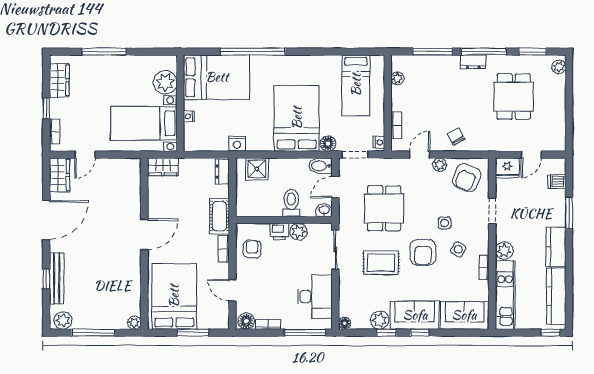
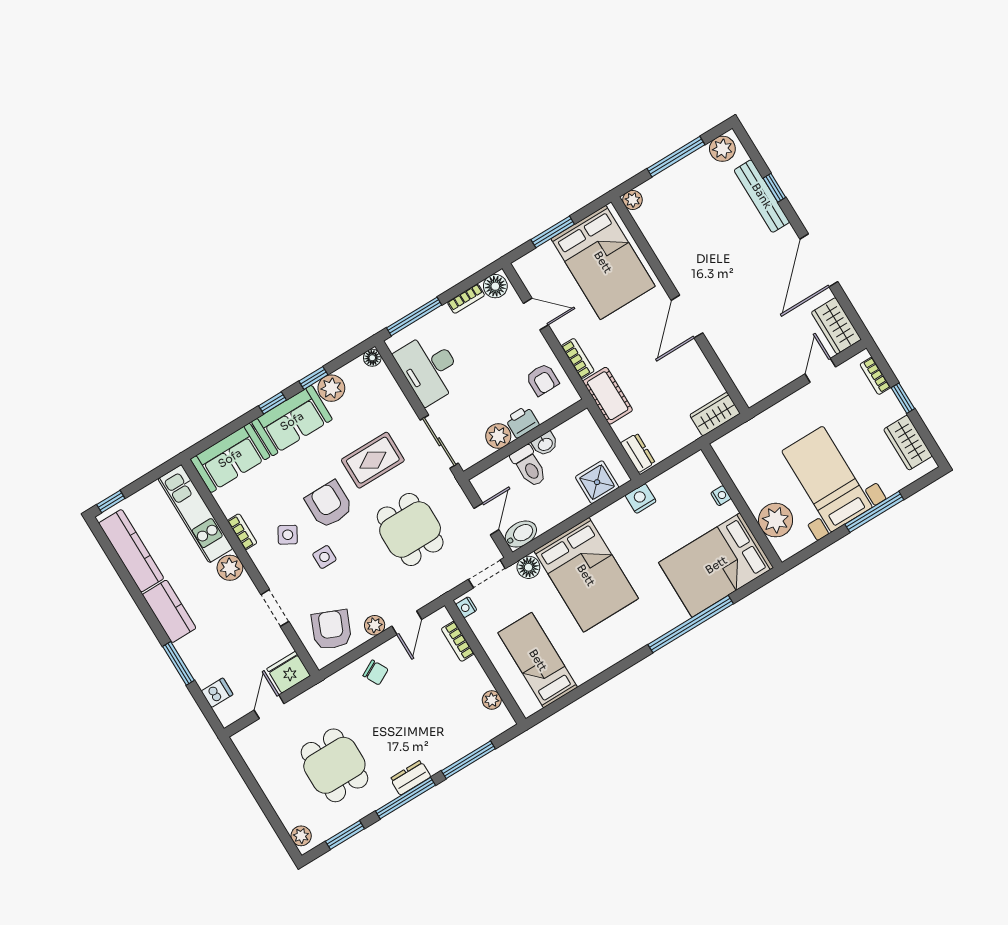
bed with nightstands: (144, 123) -> (827, 479), moved, turned -90
washbasin: (324, 210) -> (545, 444), moved

